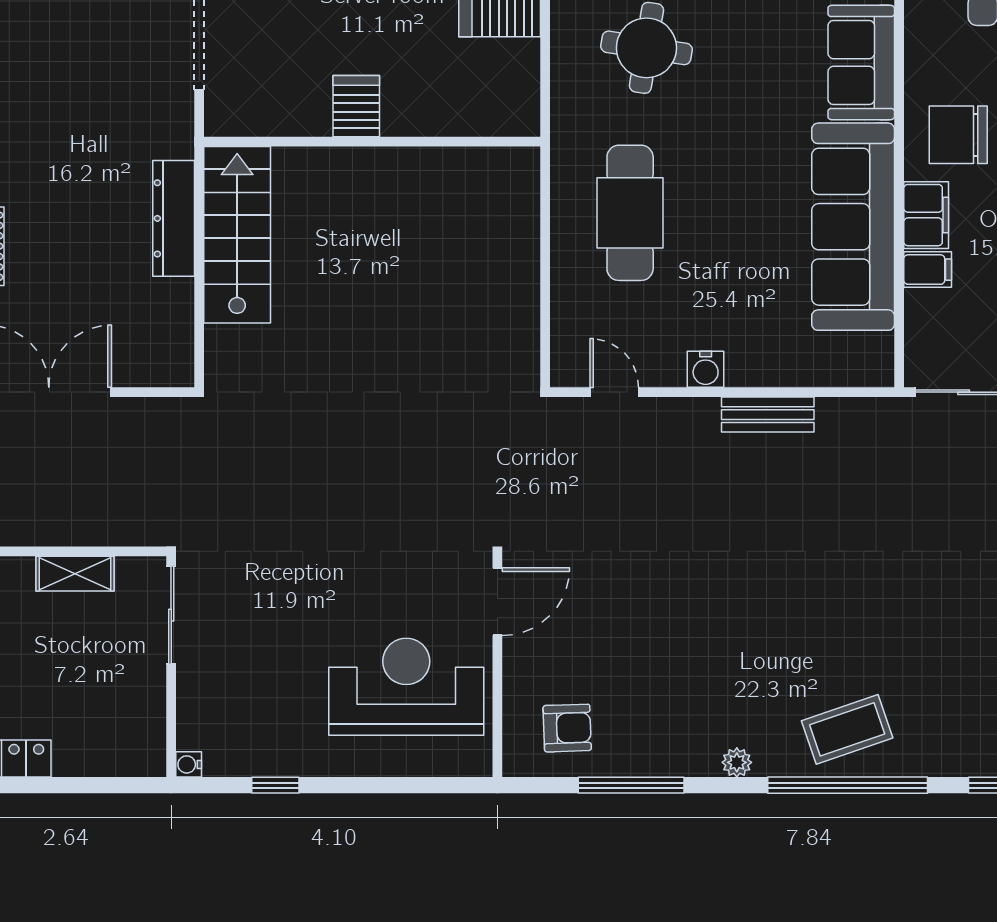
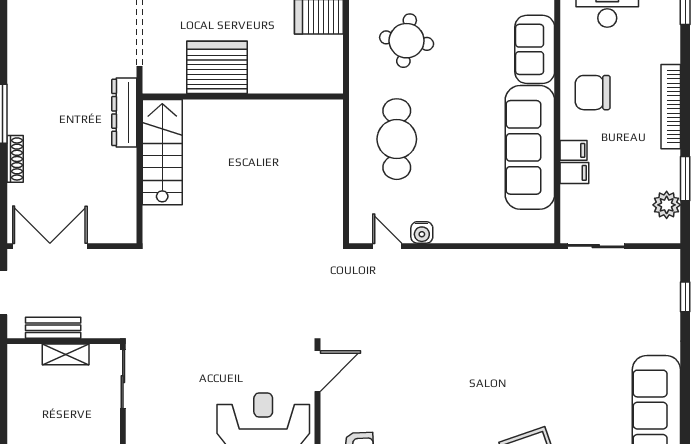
server rack: (356, 106) -> (217, 67), width x2.18, depth x1.44
filing cabinet: (926, 215) -> (573, 150), width x0.50
dresser: (174, 218) -> (124, 112), moved
water cooler: (706, 369) -> (422, 232), moved
bench: (768, 415) -> (53, 328), moved

